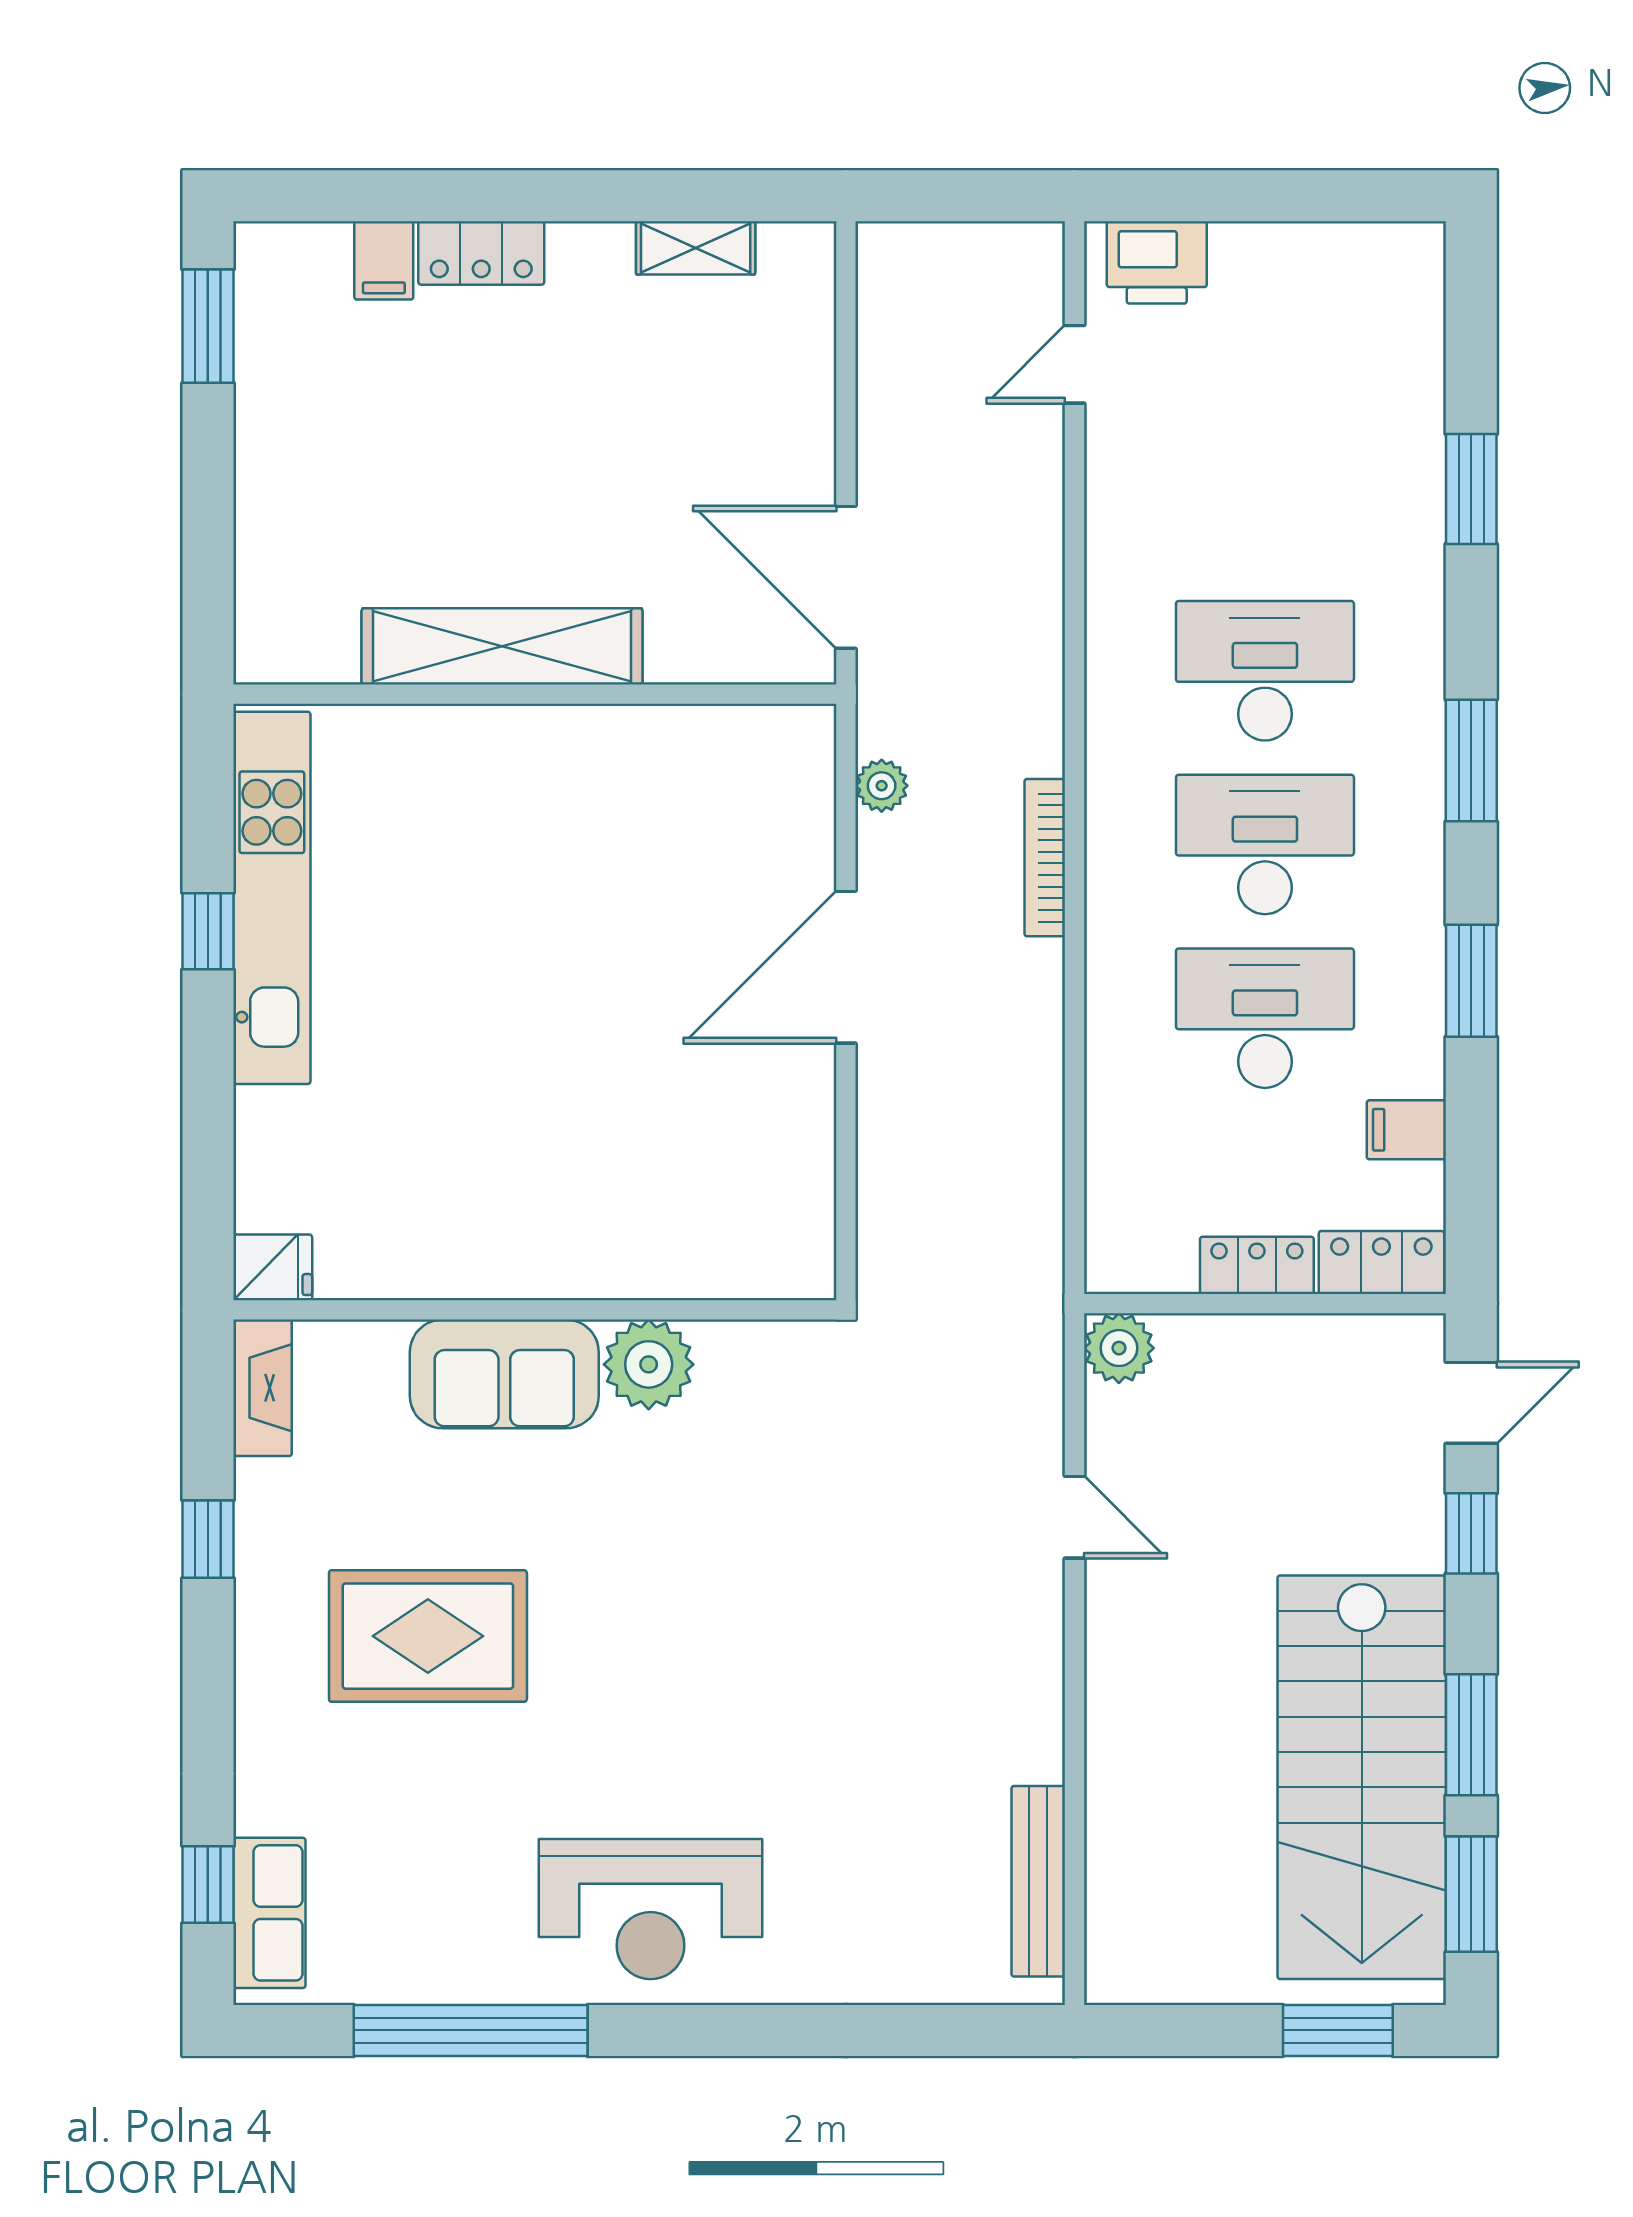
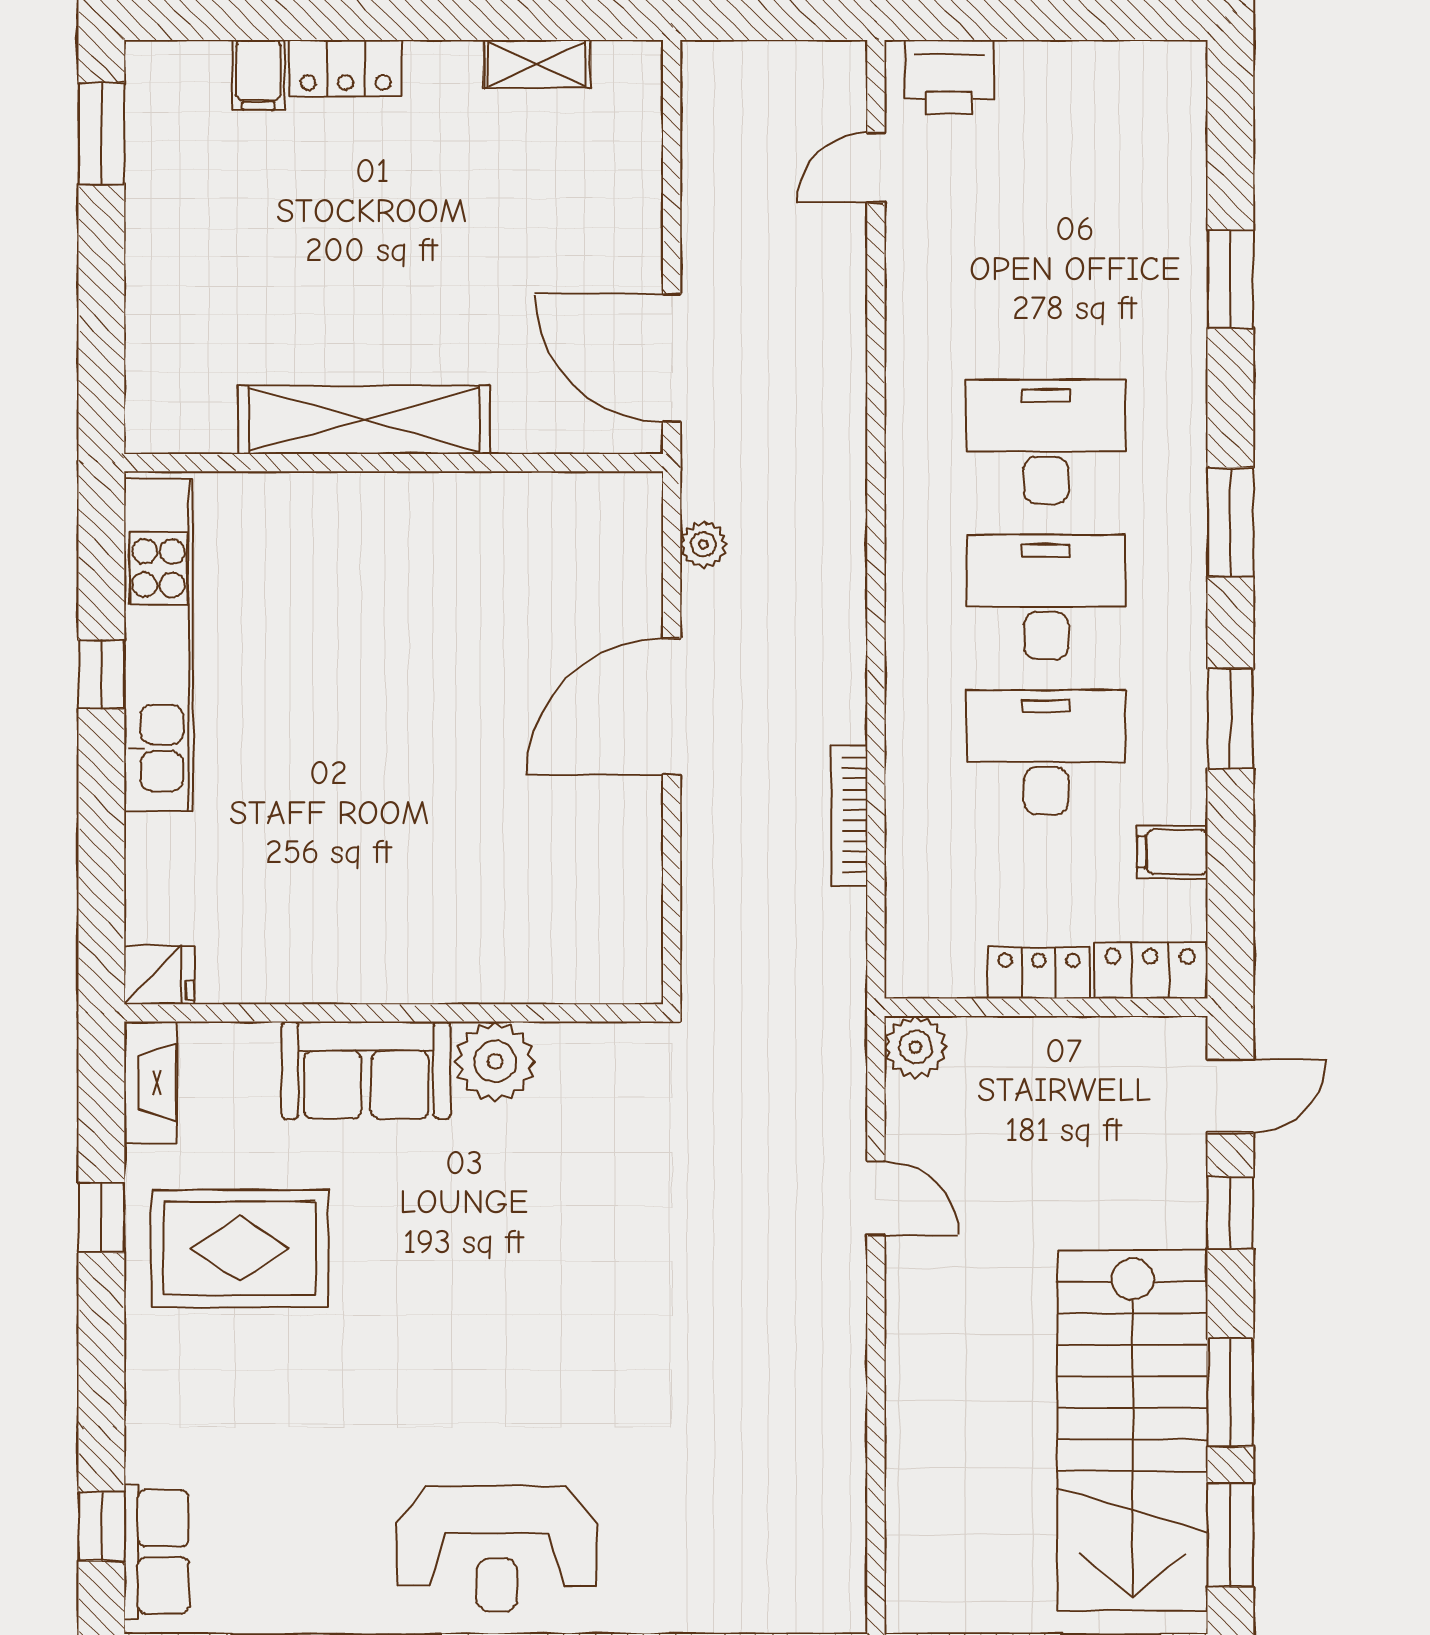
bookcase: (1045, 858) -> (849, 815), moved
rug: (428, 1636) -> (240, 1248), moved
bench: (1038, 1881) -> (843, 1524), removed

